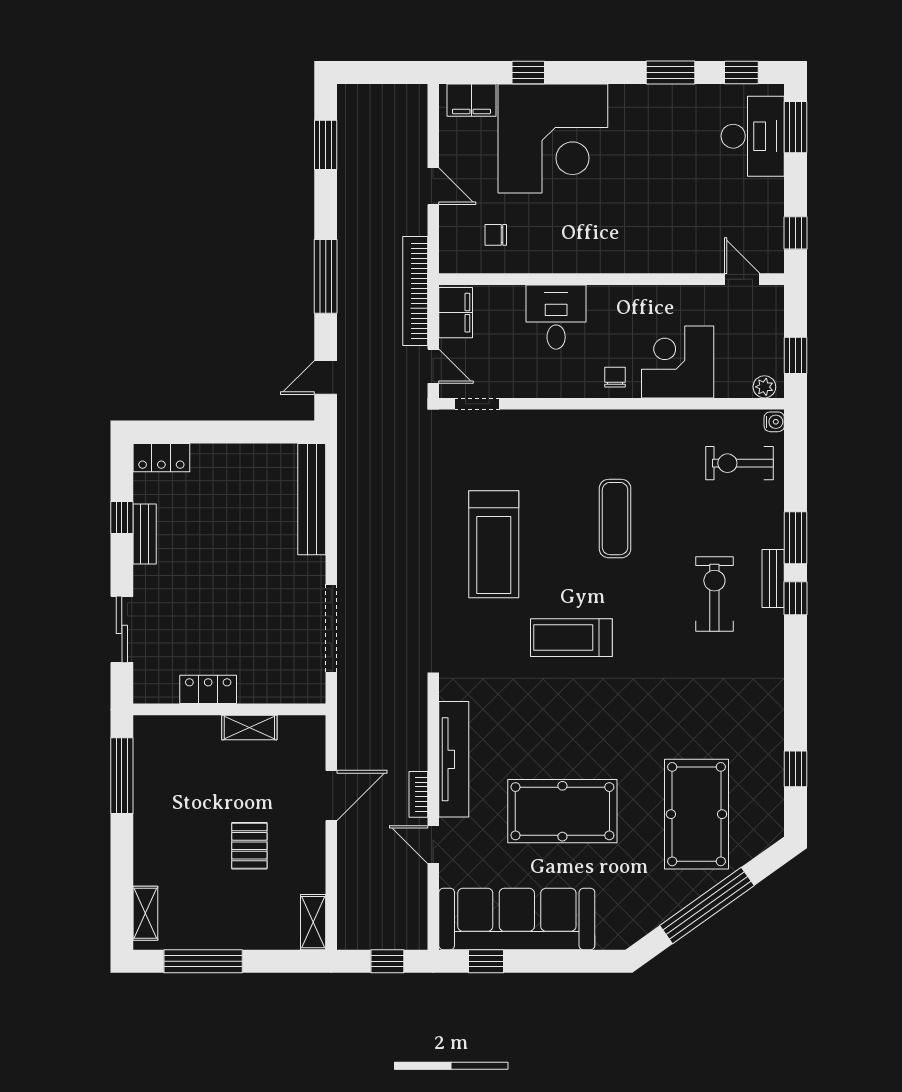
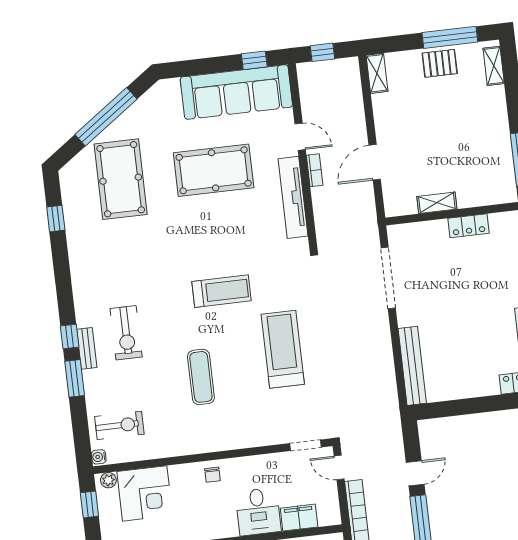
filing cabinet: (456, 313) -> (299, 518), moved, turned 90
corner desk: (678, 362) -> (145, 493), moved
door: (326, 377) -> (415, 473), moved
pallet: (249, 846) -> (440, 63), moved, turned 90

